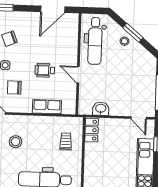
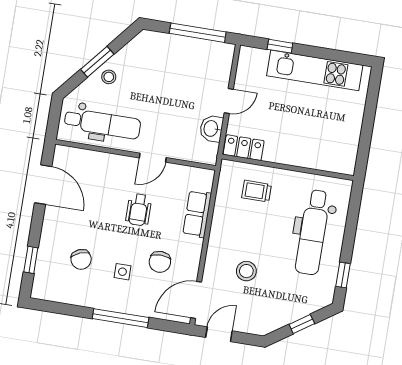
door: (139, 118) -> (229, 101), moved

